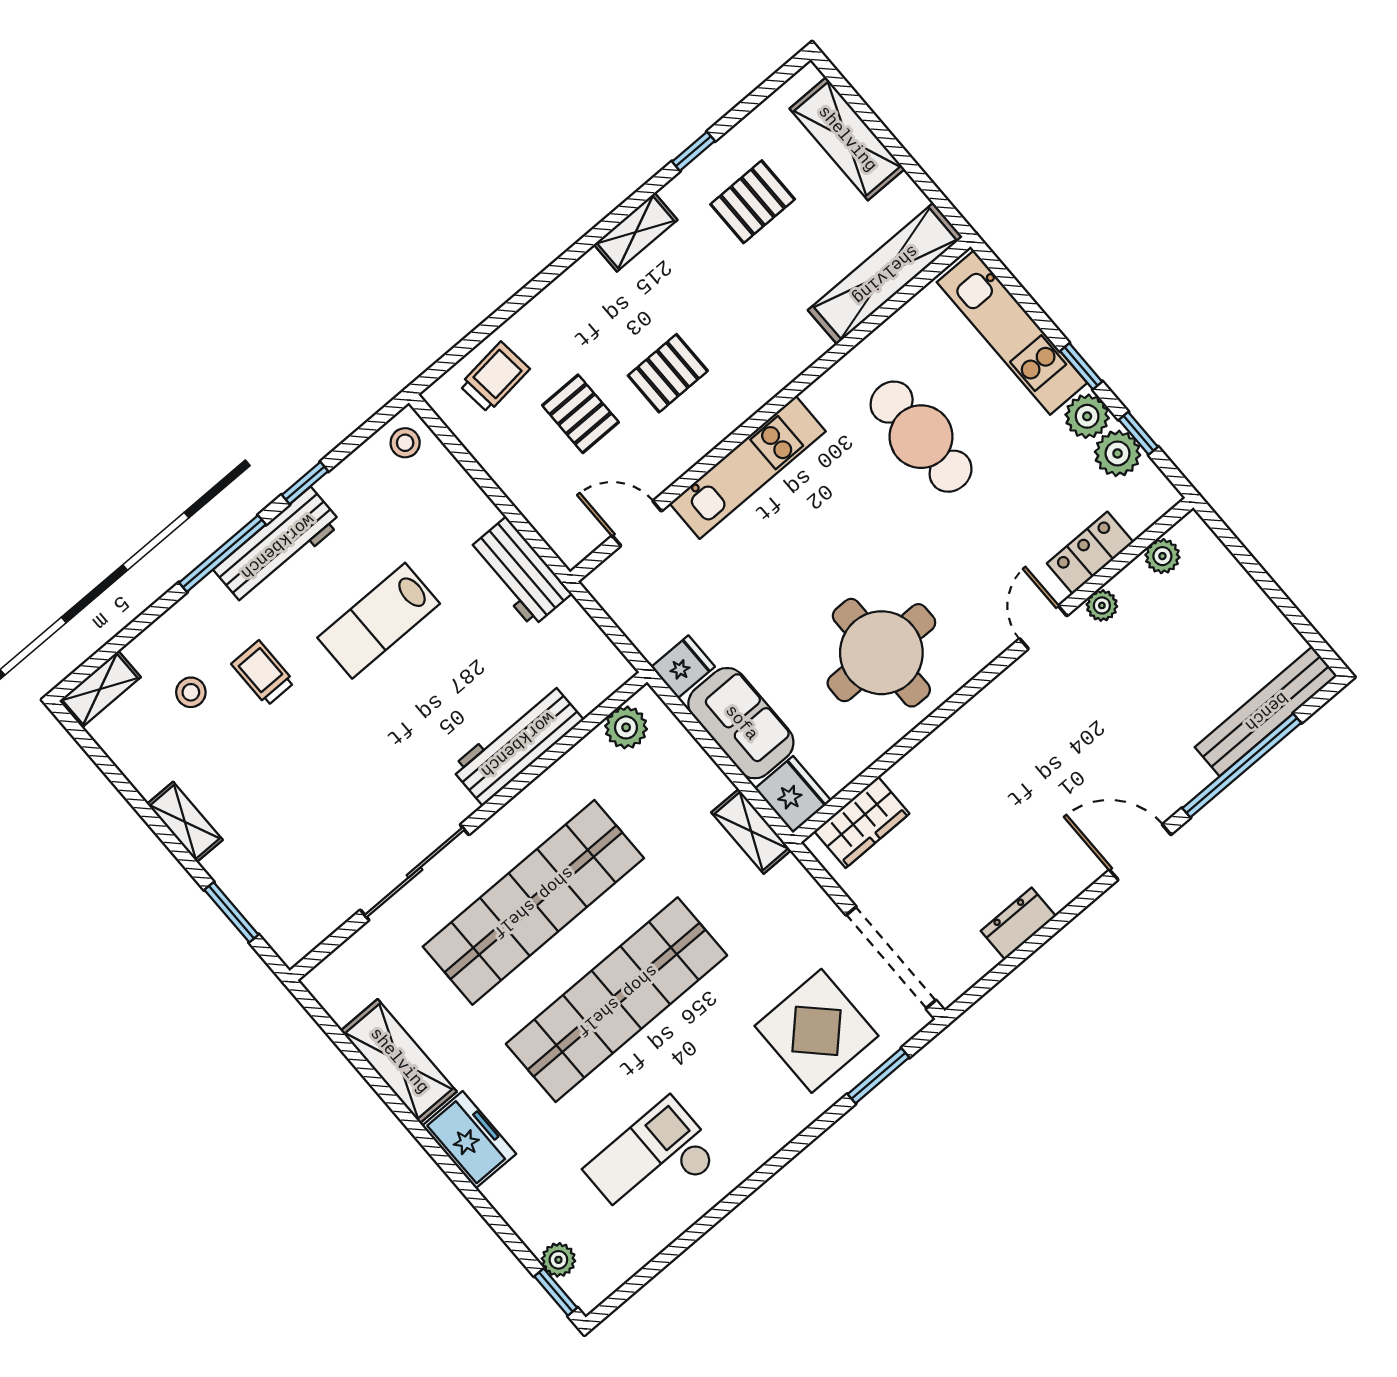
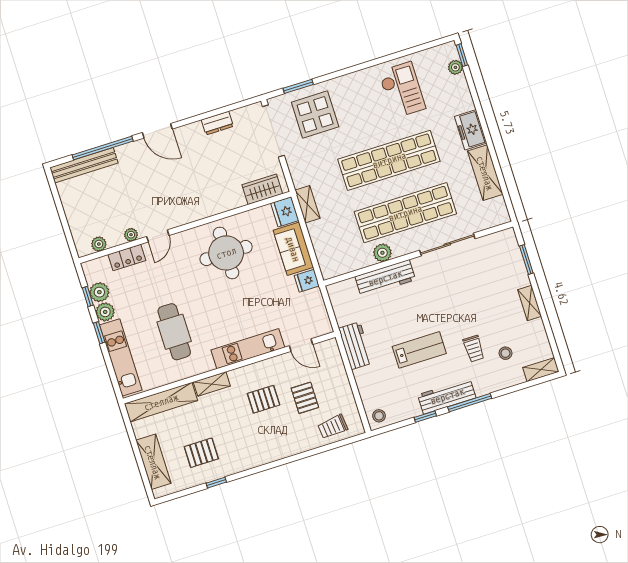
shelving: (636, 232) -> (212, 384), moved
plant: (626, 727) -> (382, 253), moved
checkout: (652, 1162) -> (402, 90), turned -90

